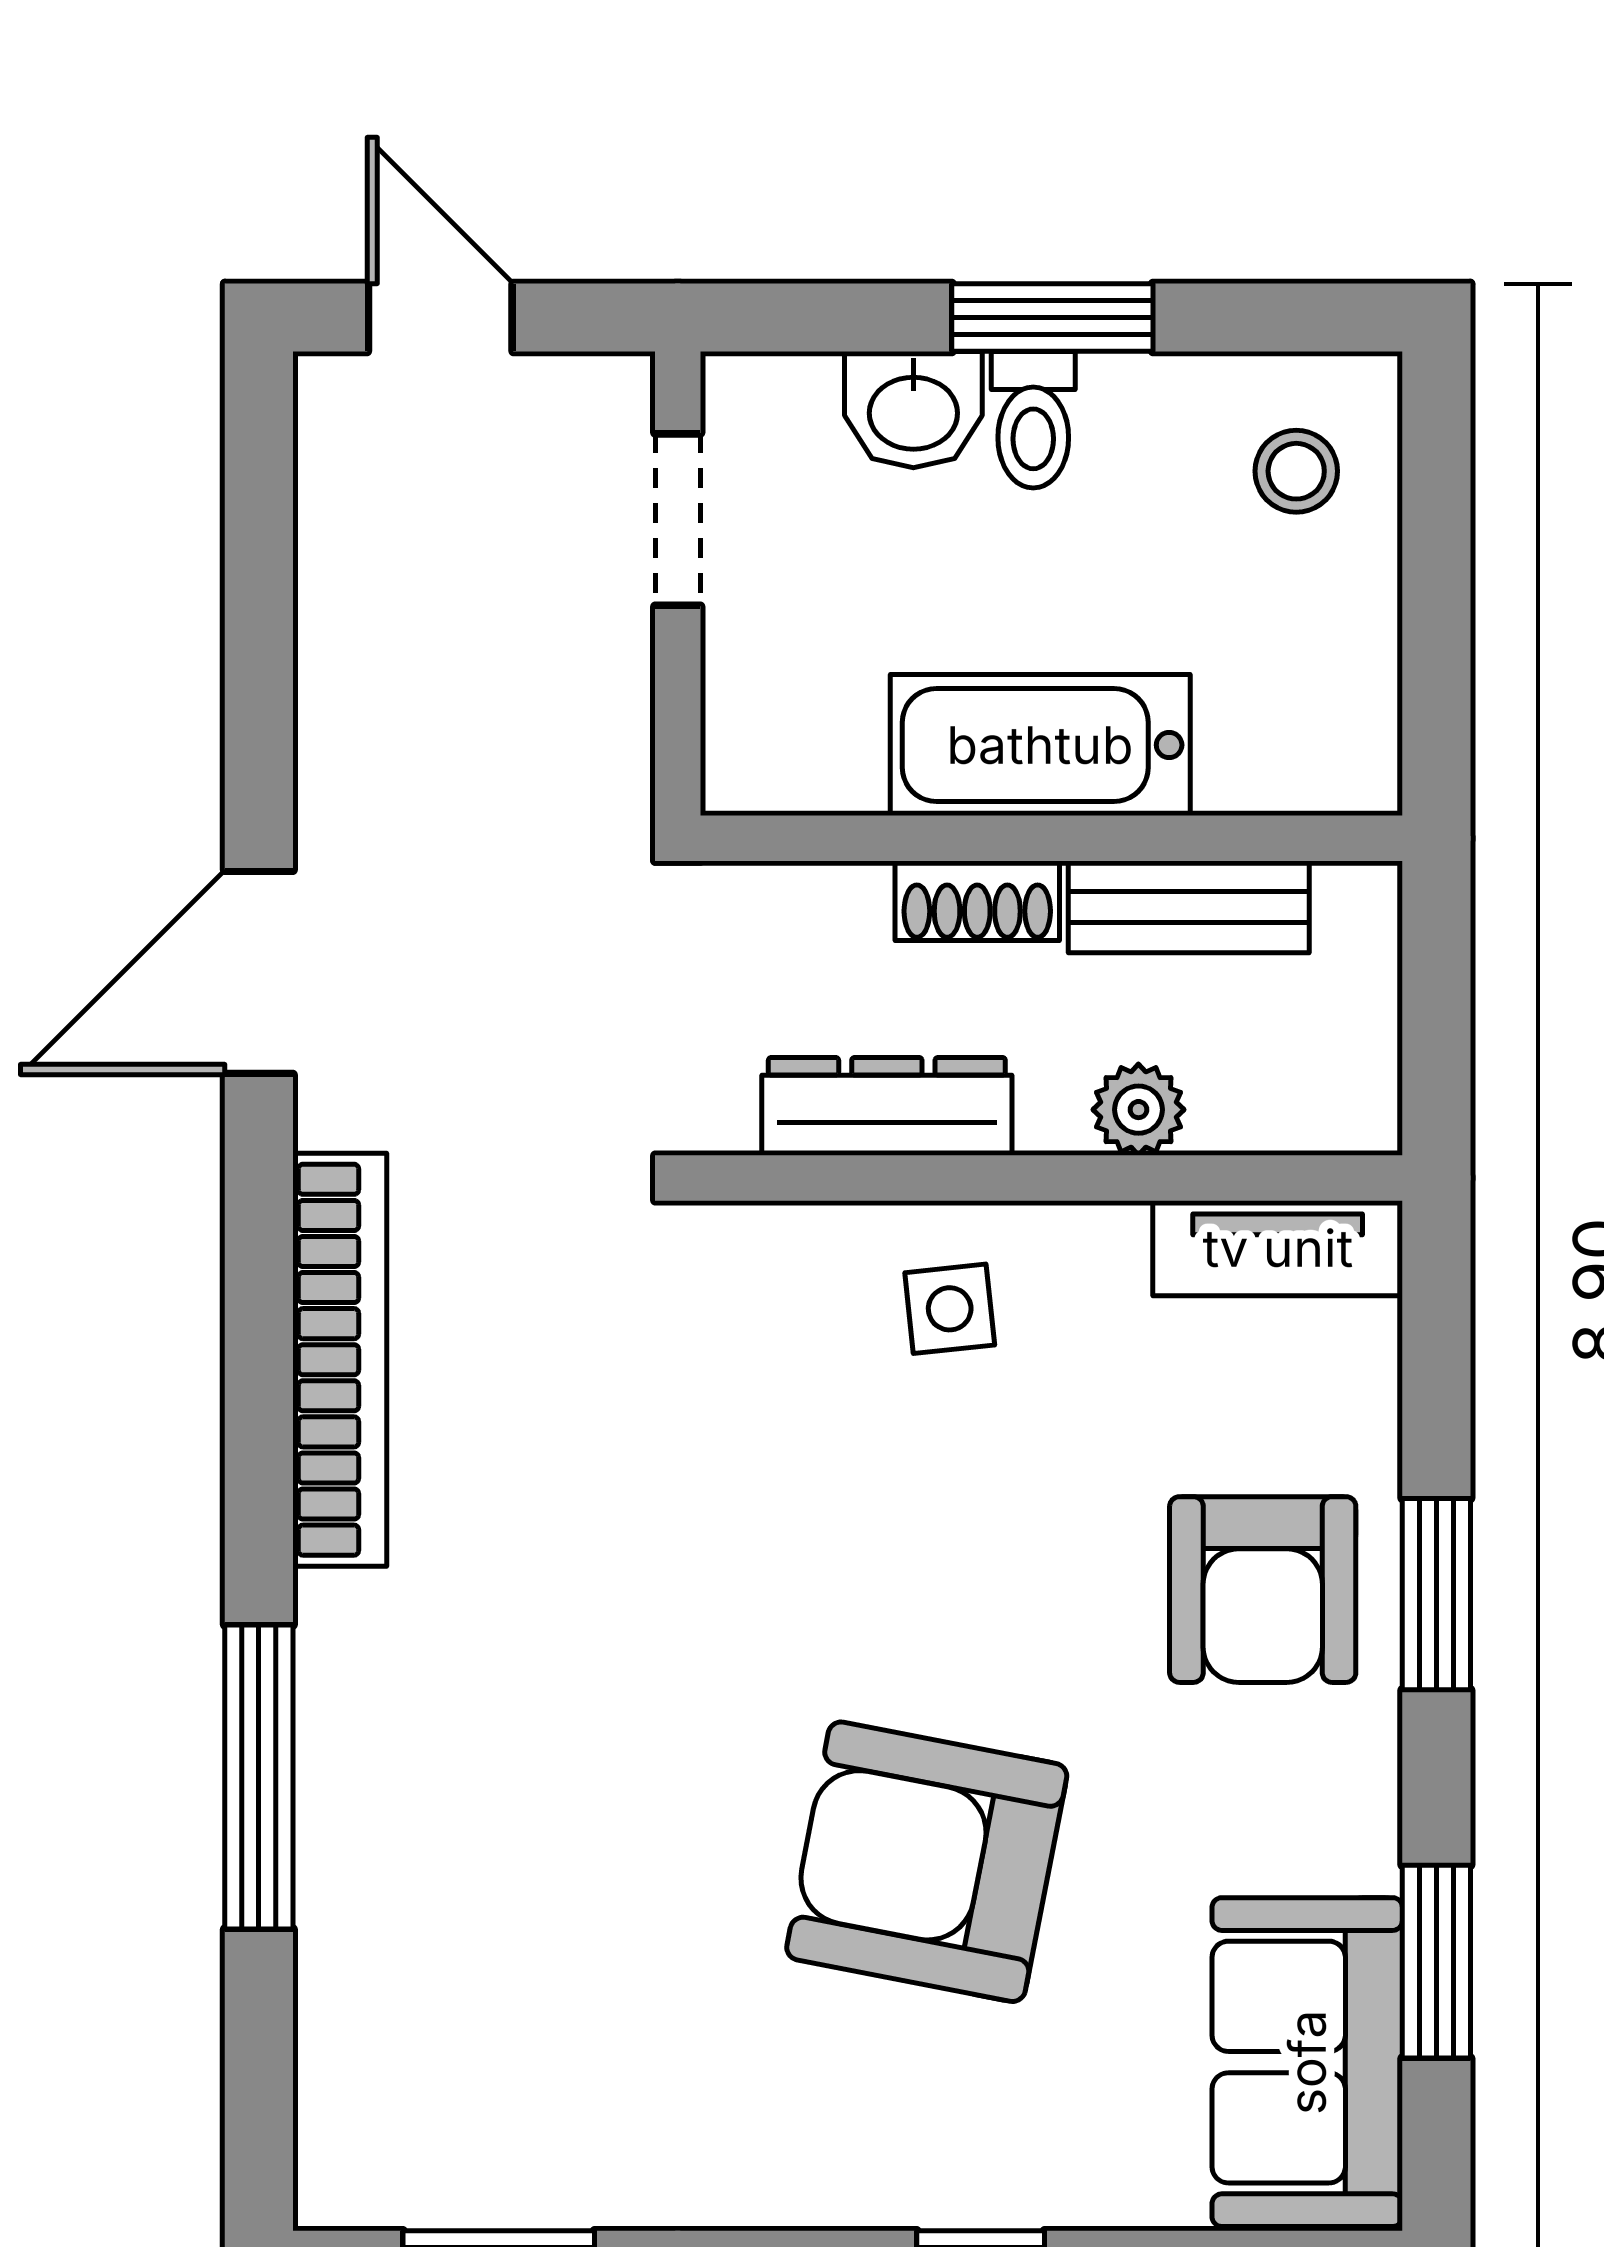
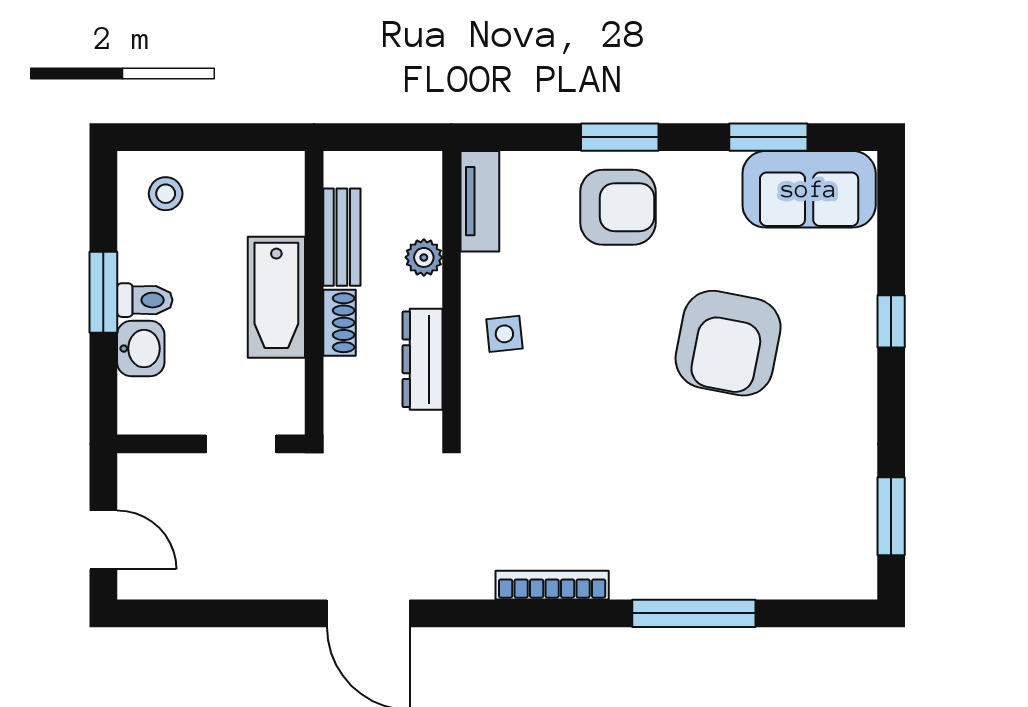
door: (440, 317) -> (103, 540), swing flipped
doorway: (678, 520) -> (241, 444), moved
bookcase: (340, 1360) -> (552, 585), width x0.68, depth x0.76

